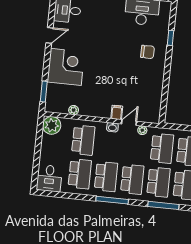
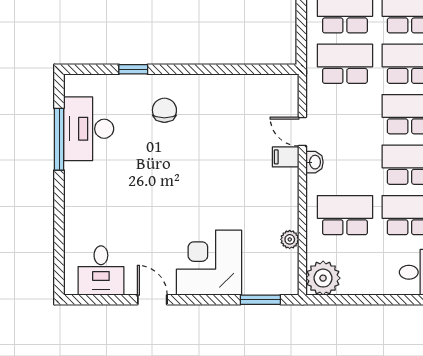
plant: (142, 130) -> (314, 105), removed

